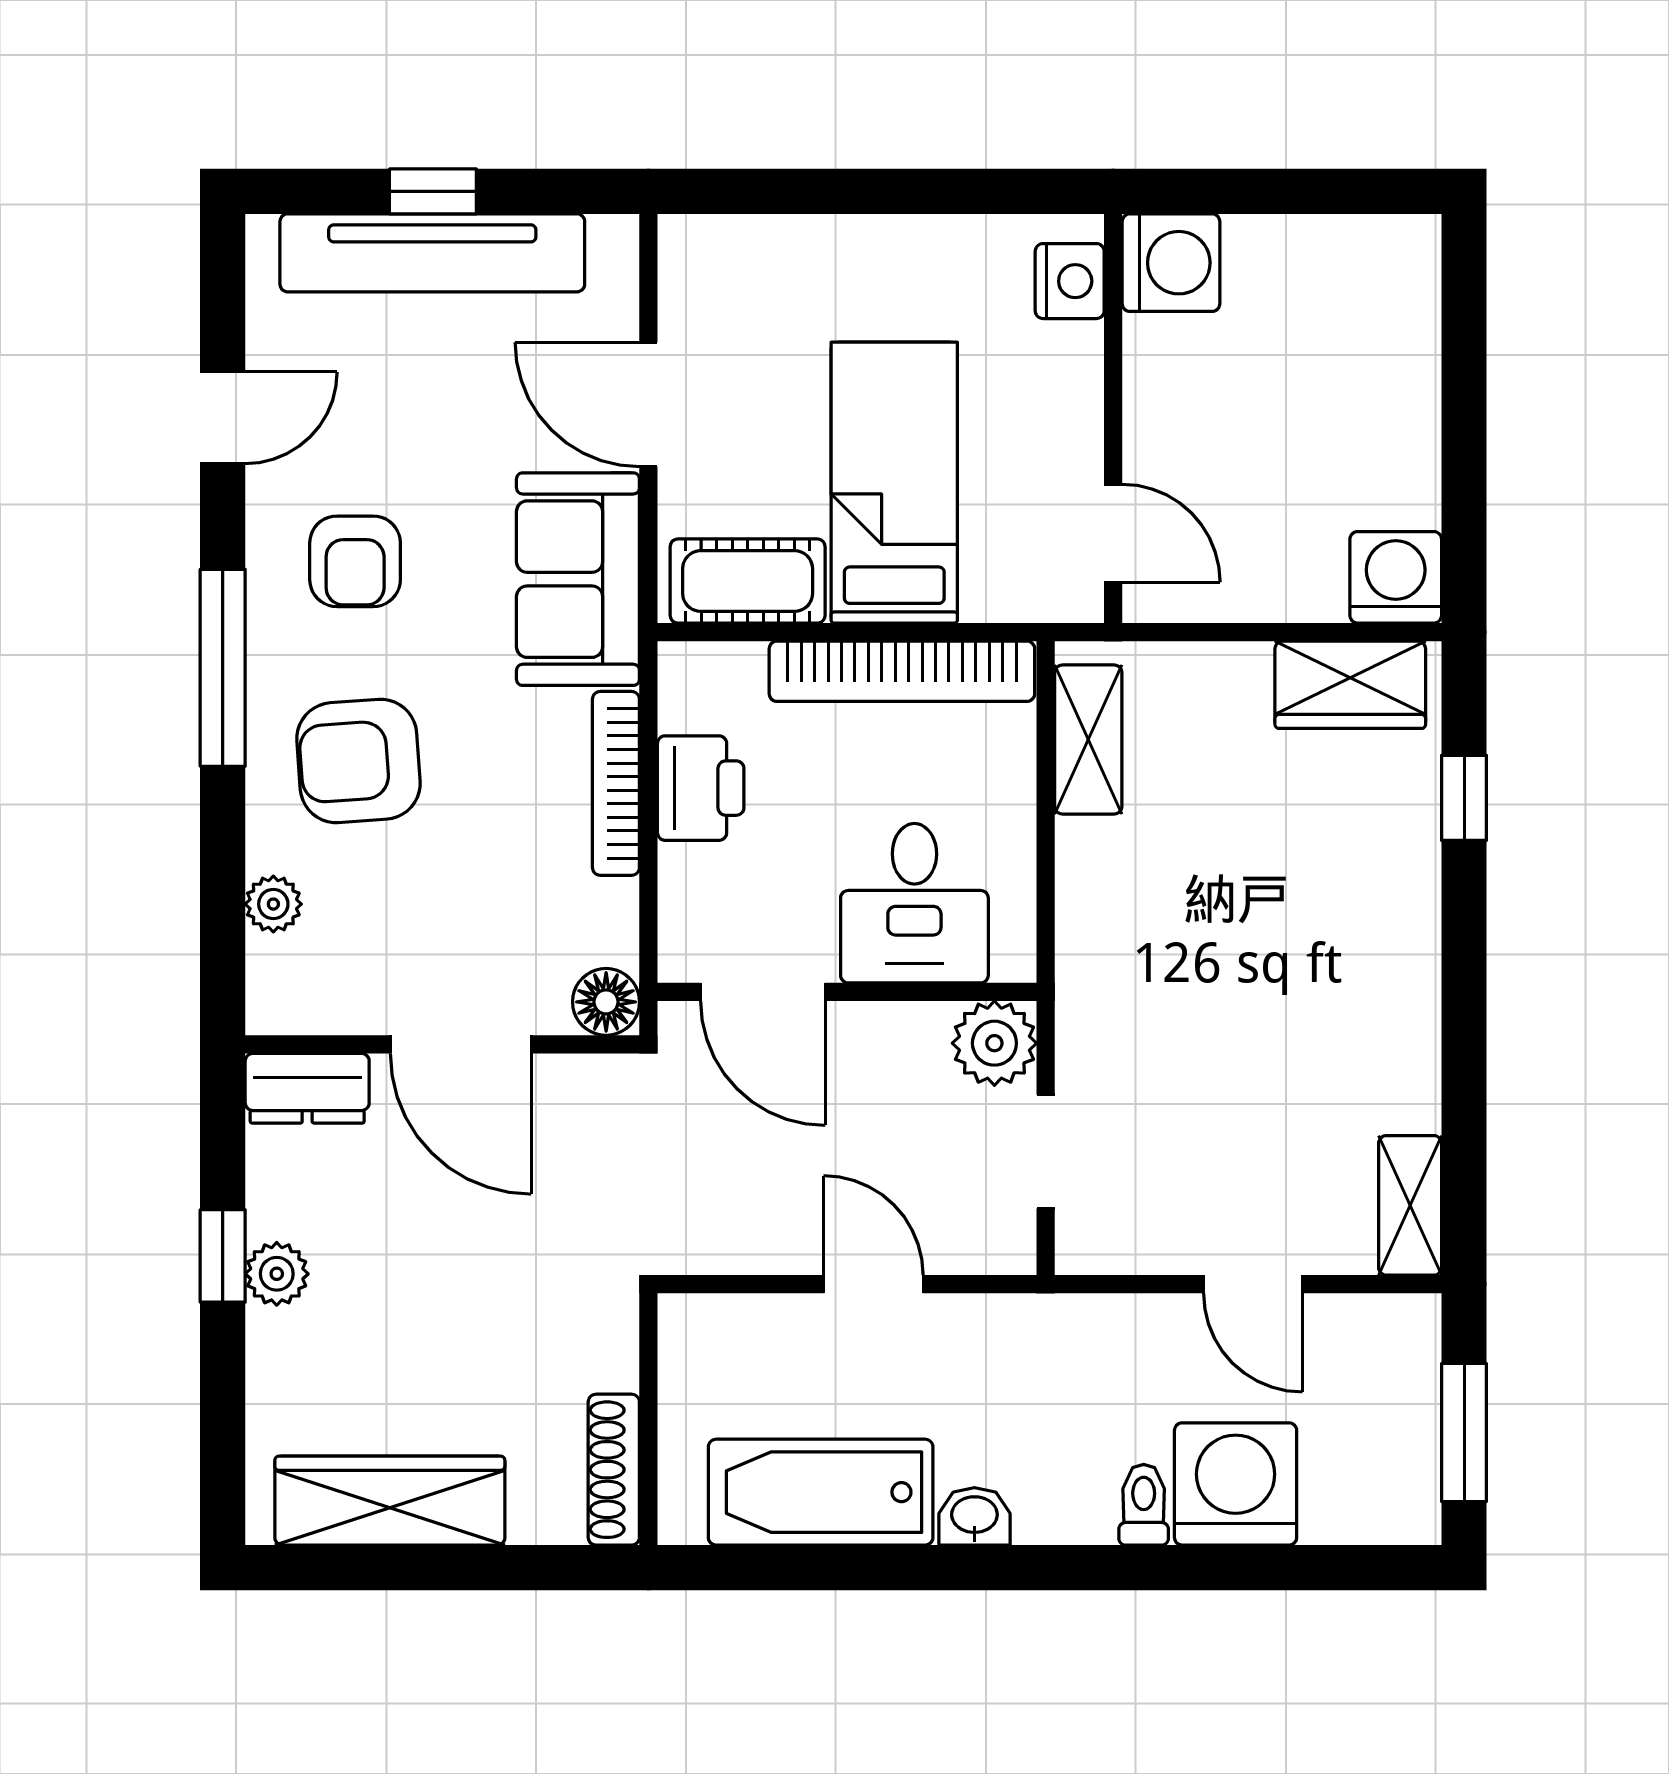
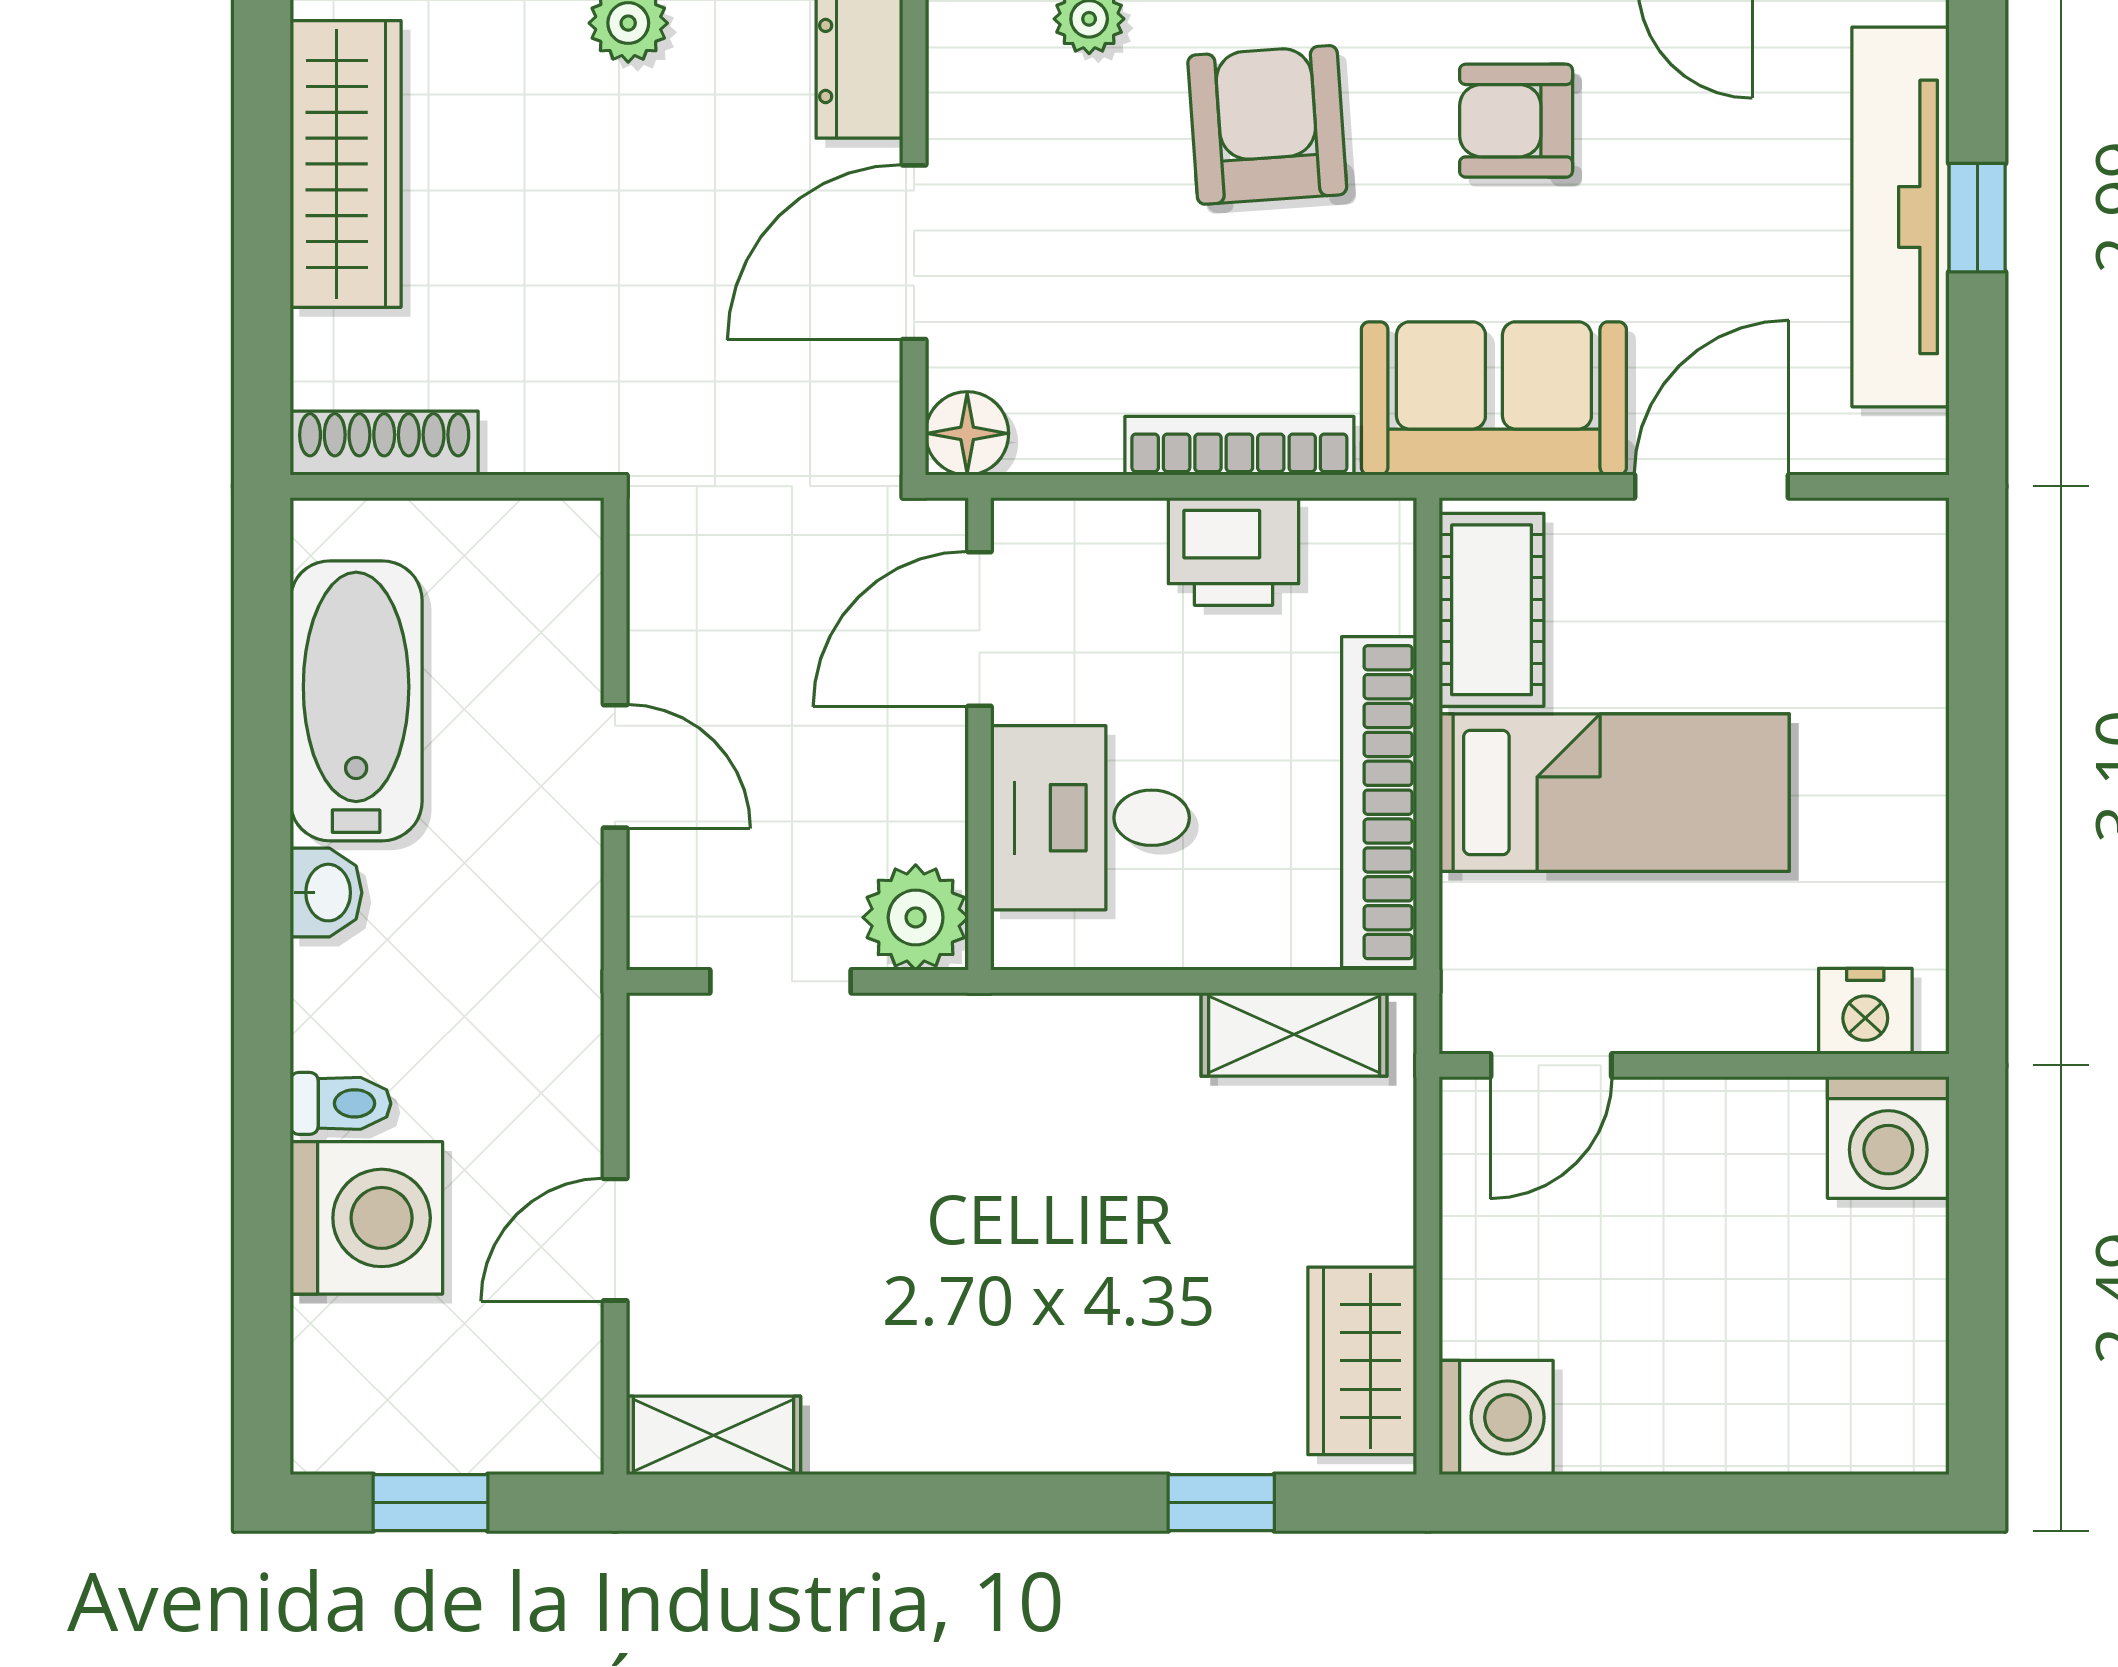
door: (873, 1284) -> (615, 766), hinge flipped
window: (1464, 1432) -> (430, 1503), width x0.67

